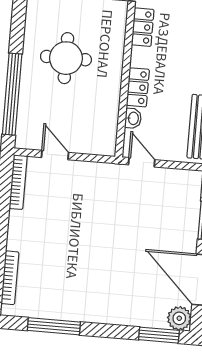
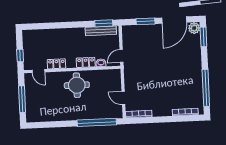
round table: (66, 58) -> (77, 85), moved
door: (55, 155) -> (123, 98), hinge flipped
window: (54, 326) -> (206, 88), width x1.46

